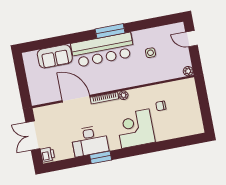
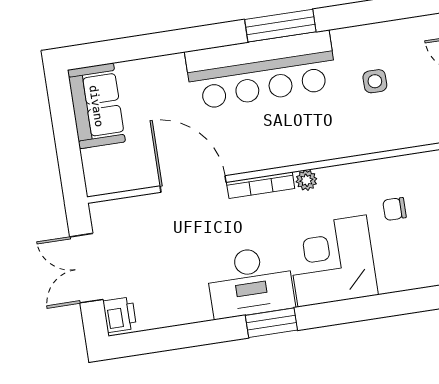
sofa: (55, 56) -> (96, 106), moved, turned -90
desk: (90, 141) -> (250, 282), moved
window: (101, 157) -> (271, 323), moved

